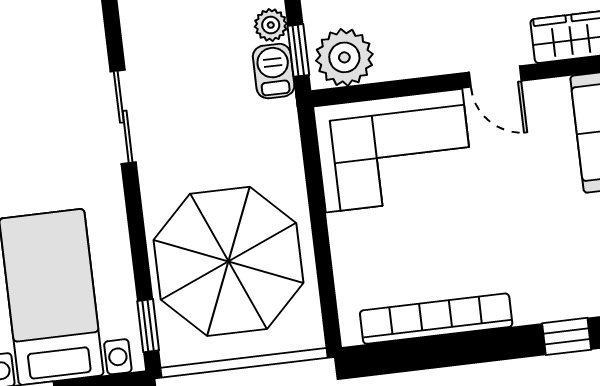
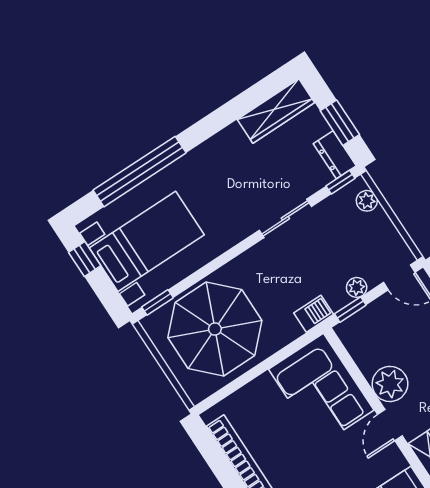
plant: (344, 57) -> (390, 384), moved
barbecue: (274, 71) -> (314, 314), moved
sliding door: (123, 117) -> (285, 218), moved

